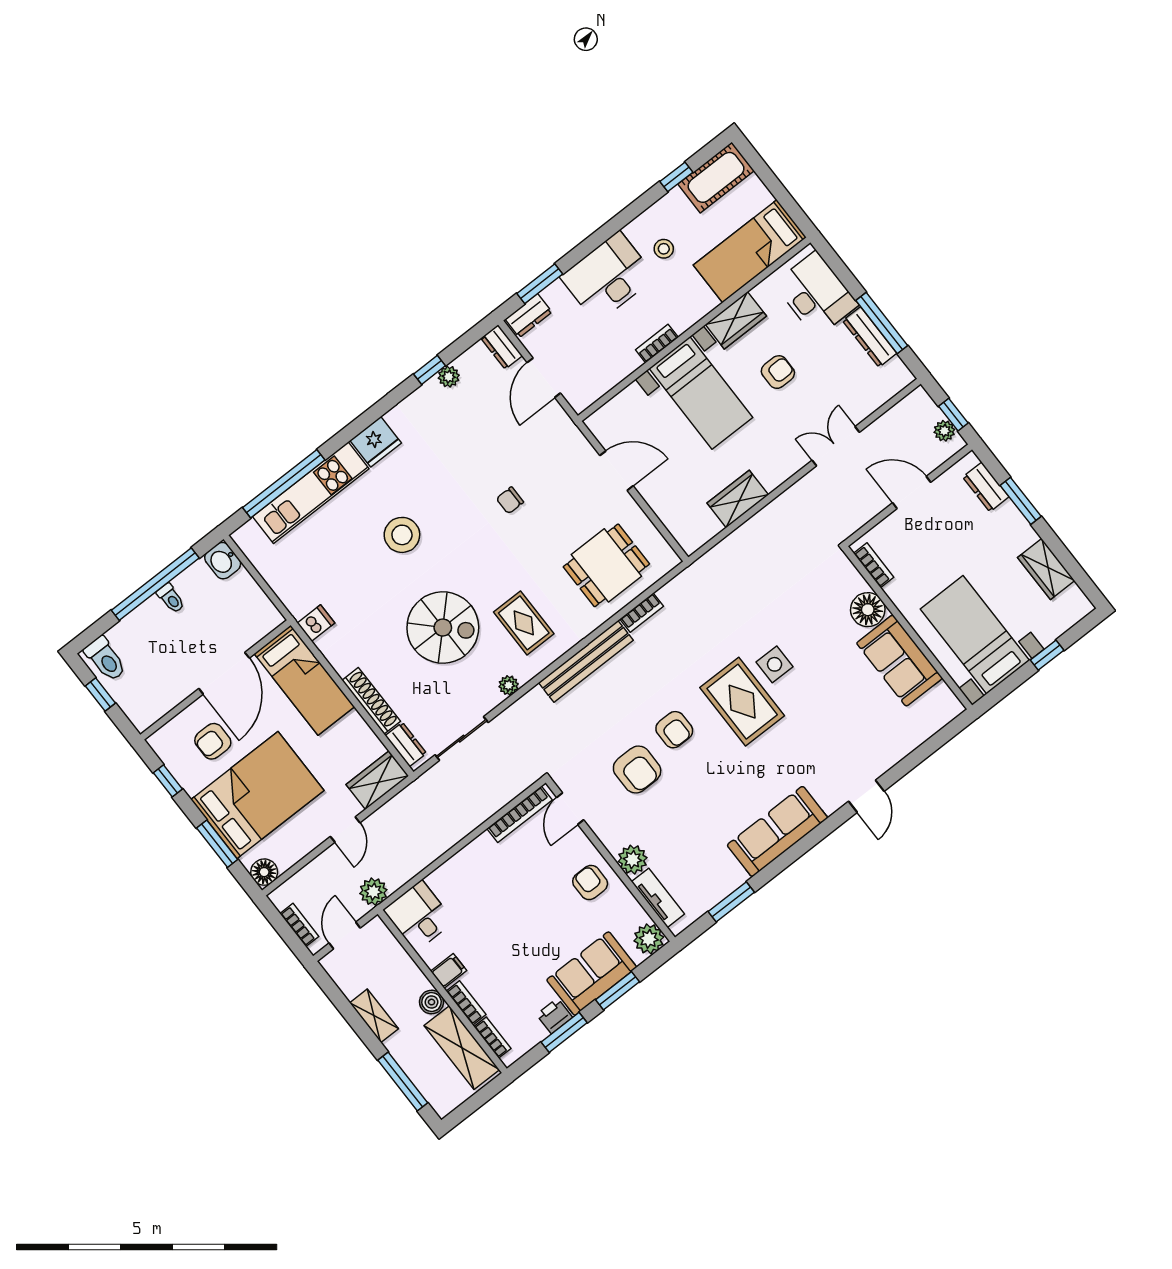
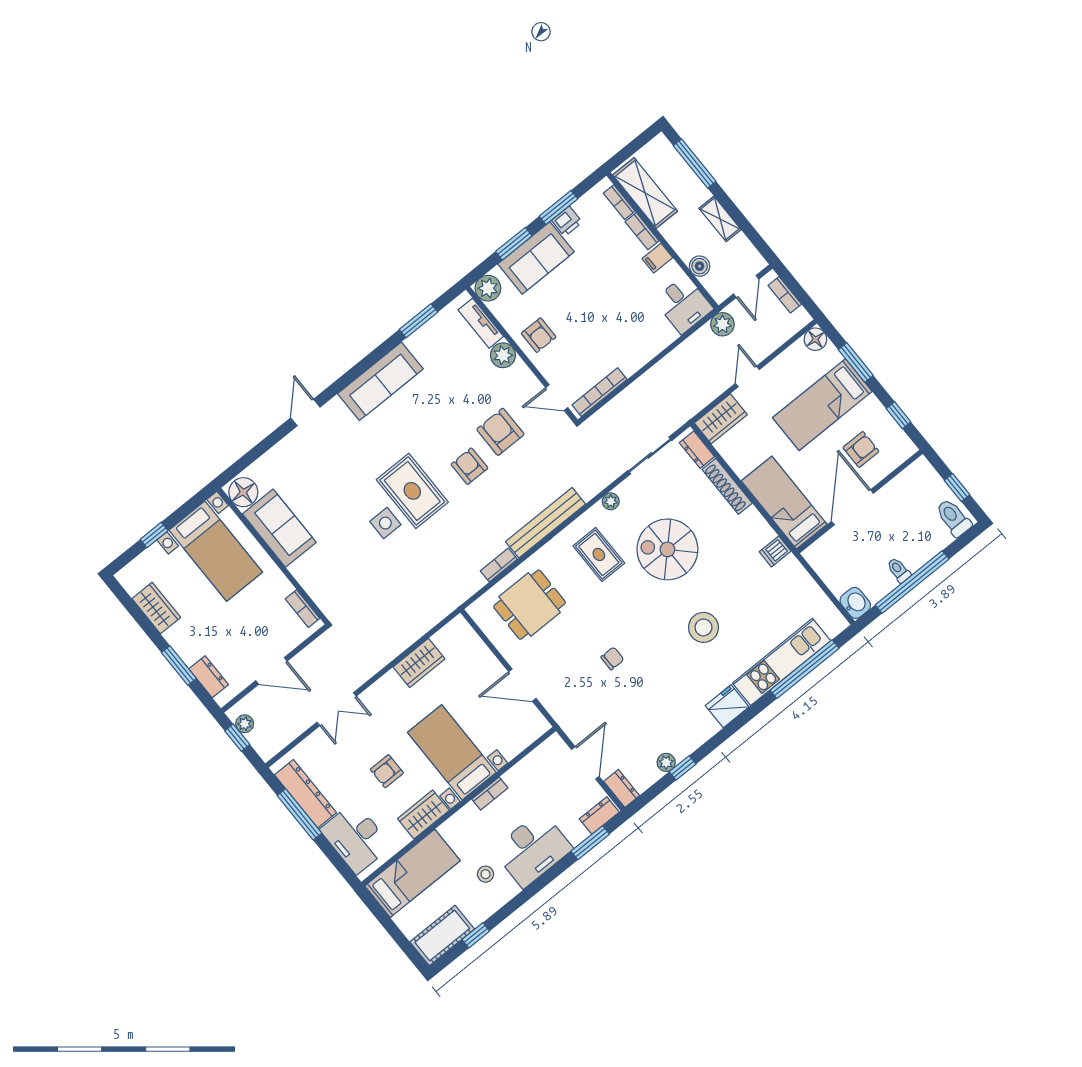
dresser: (870, 337) -> (306, 794), width x1.37, depth x1.24
floor lamp: (868, 610) -> (243, 492), moved
bed: (257, 795) -> (822, 405), width x0.67
door: (570, 809) -> (557, 398), swing flipped
boiler: (432, 1002) -> (700, 266), moved

